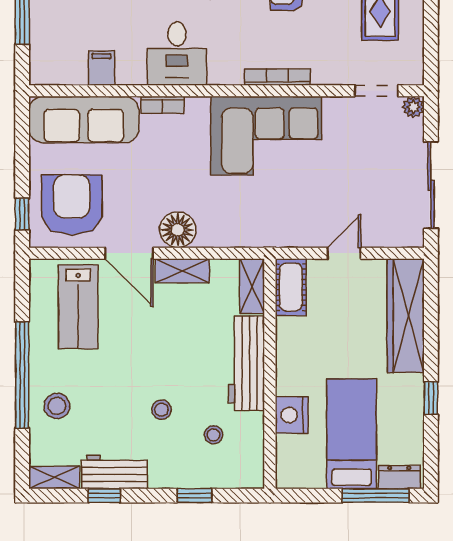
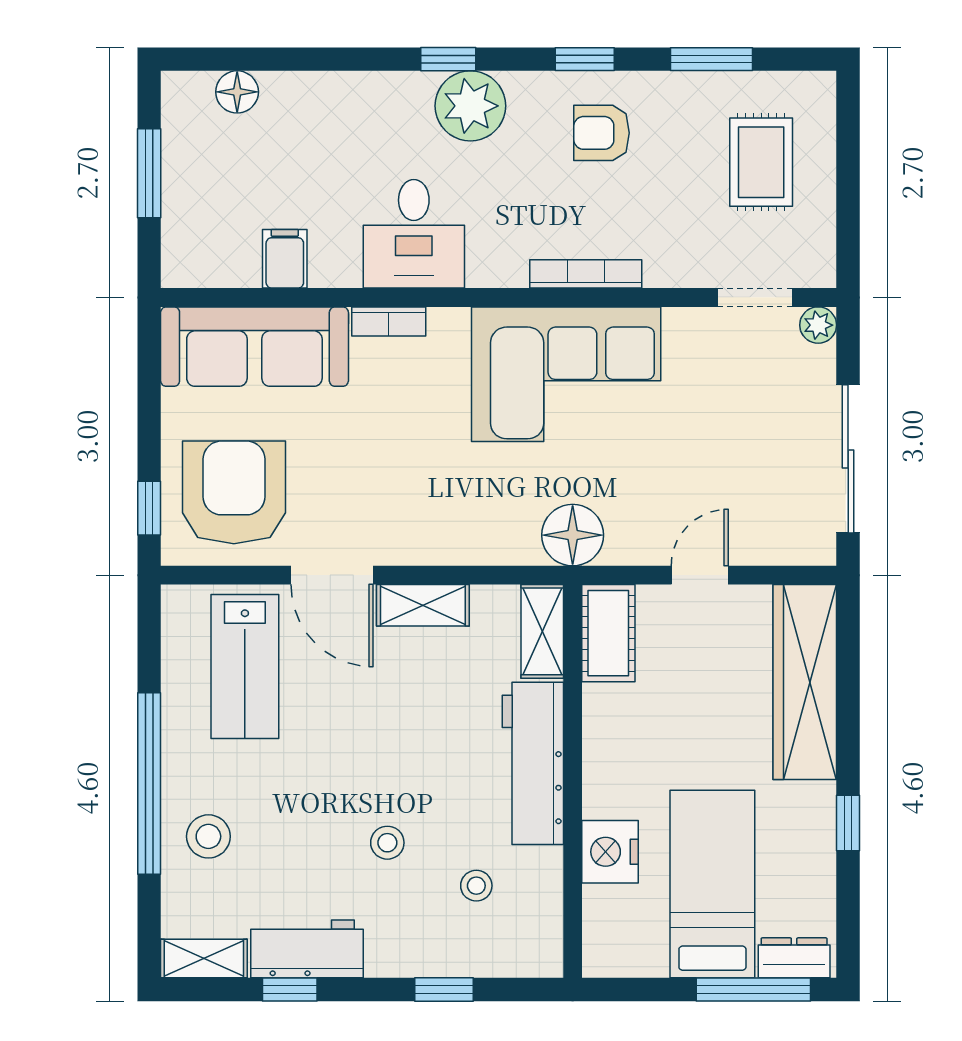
floor lamp: (178, 230) -> (573, 535), moved

